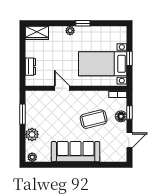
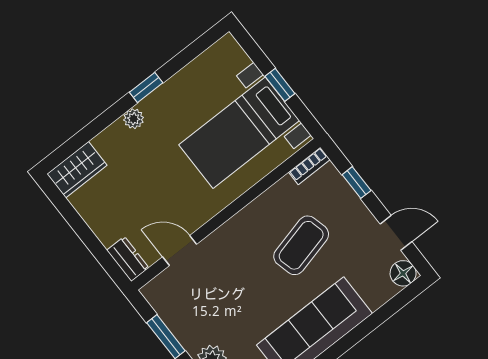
dresser: (30, 67) -> (128, 259), moved
door: (62, 88) -> (180, 250), moved
floor lamp: (121, 116) -> (403, 273), moved
door: (130, 140) -> (396, 233), hinge flipped

